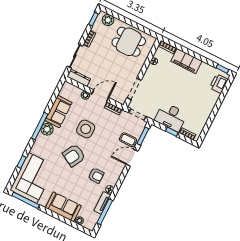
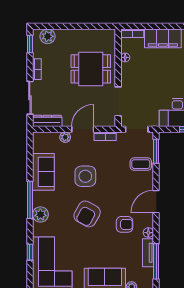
dining table: (129, 42) -> (91, 69), moved
plant: (47, 129) -> (40, 214), moved
door: (132, 158) -> (156, 202), moved

